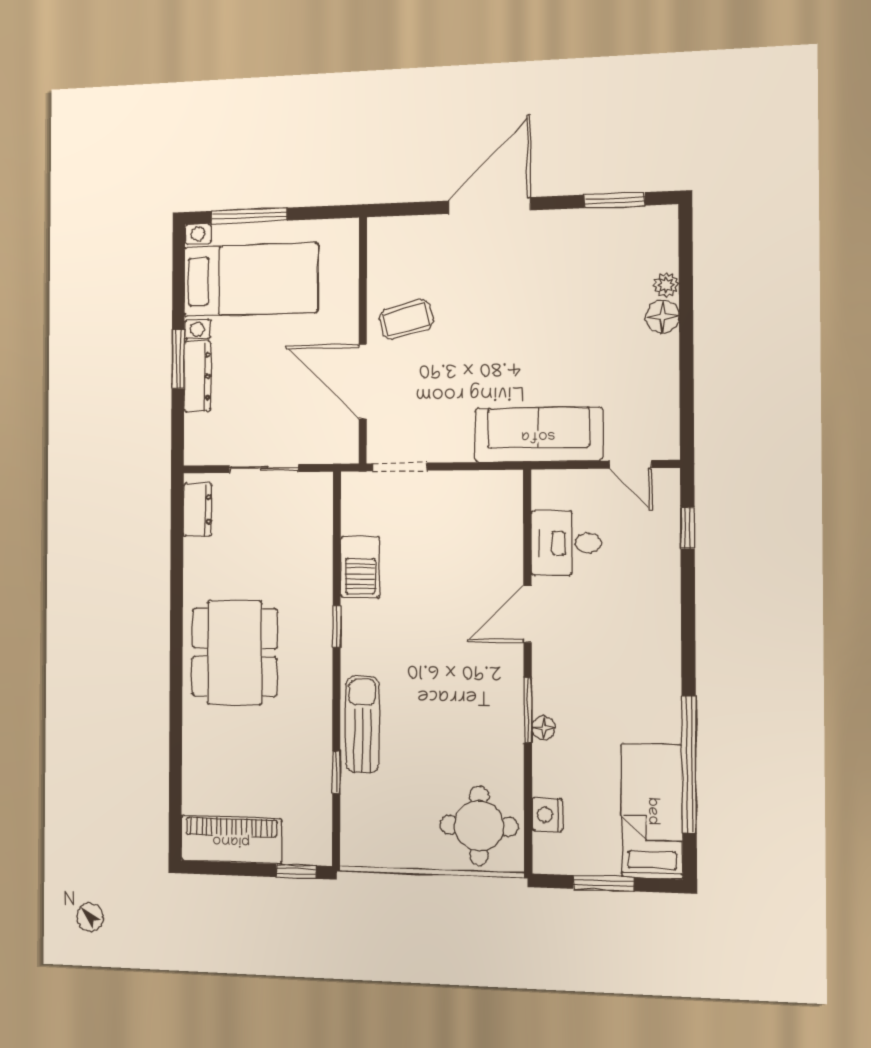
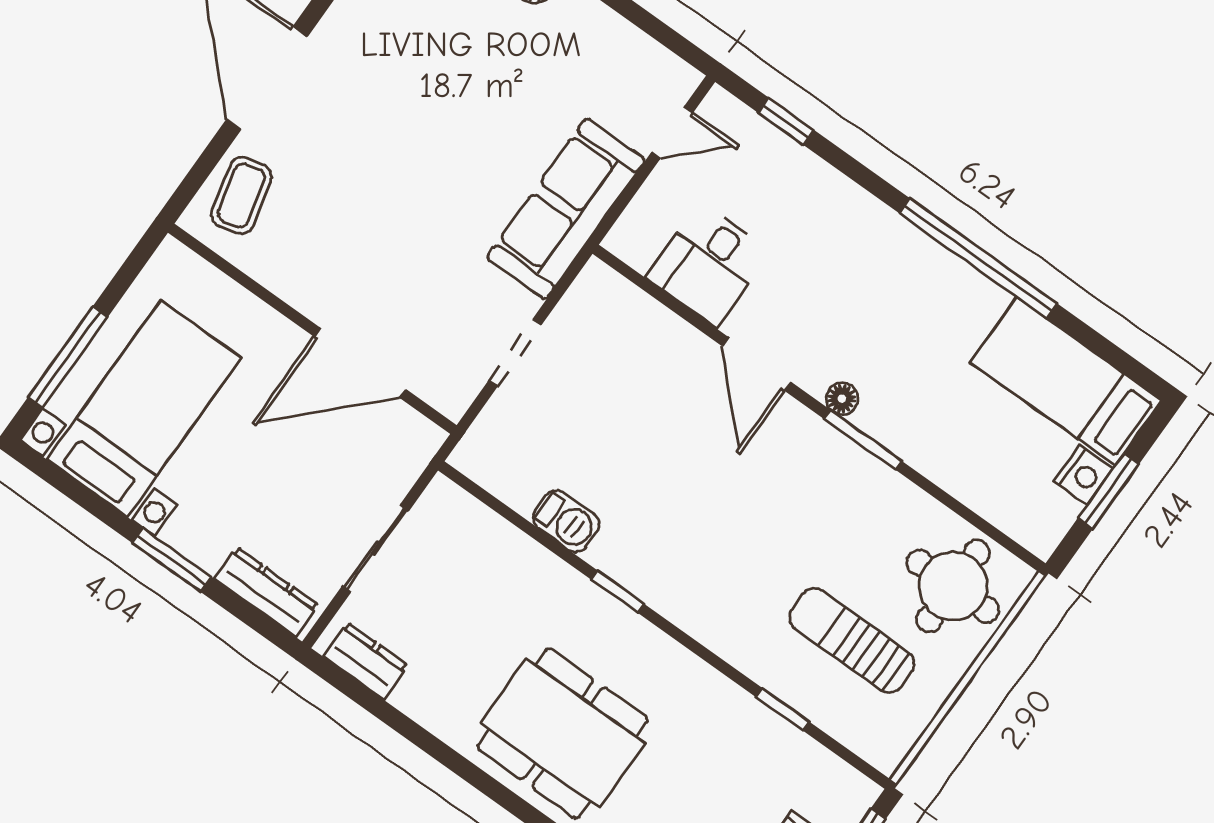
coffee table: (406, 319) -> (241, 196), moved
dresser: (197, 377) -> (266, 592), moved
doorway: (400, 467) -> (515, 353), moved
barbecue: (360, 567) -> (566, 521), width x0.73, depth x0.79
sun lounger: (362, 724) -> (852, 640), moved
floor lamp: (544, 728) -> (842, 399), moved
window: (689, 764) -> (978, 258), moved
nightstand: (547, 815) -> (1083, 475), moved, turned -90

